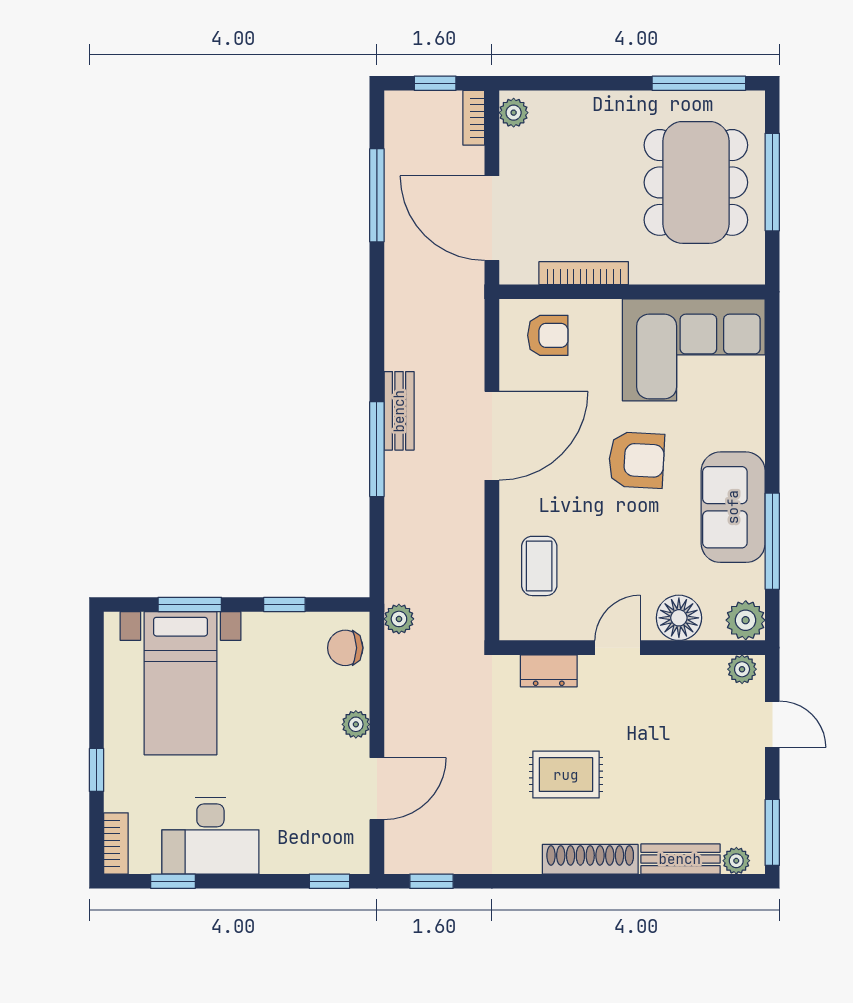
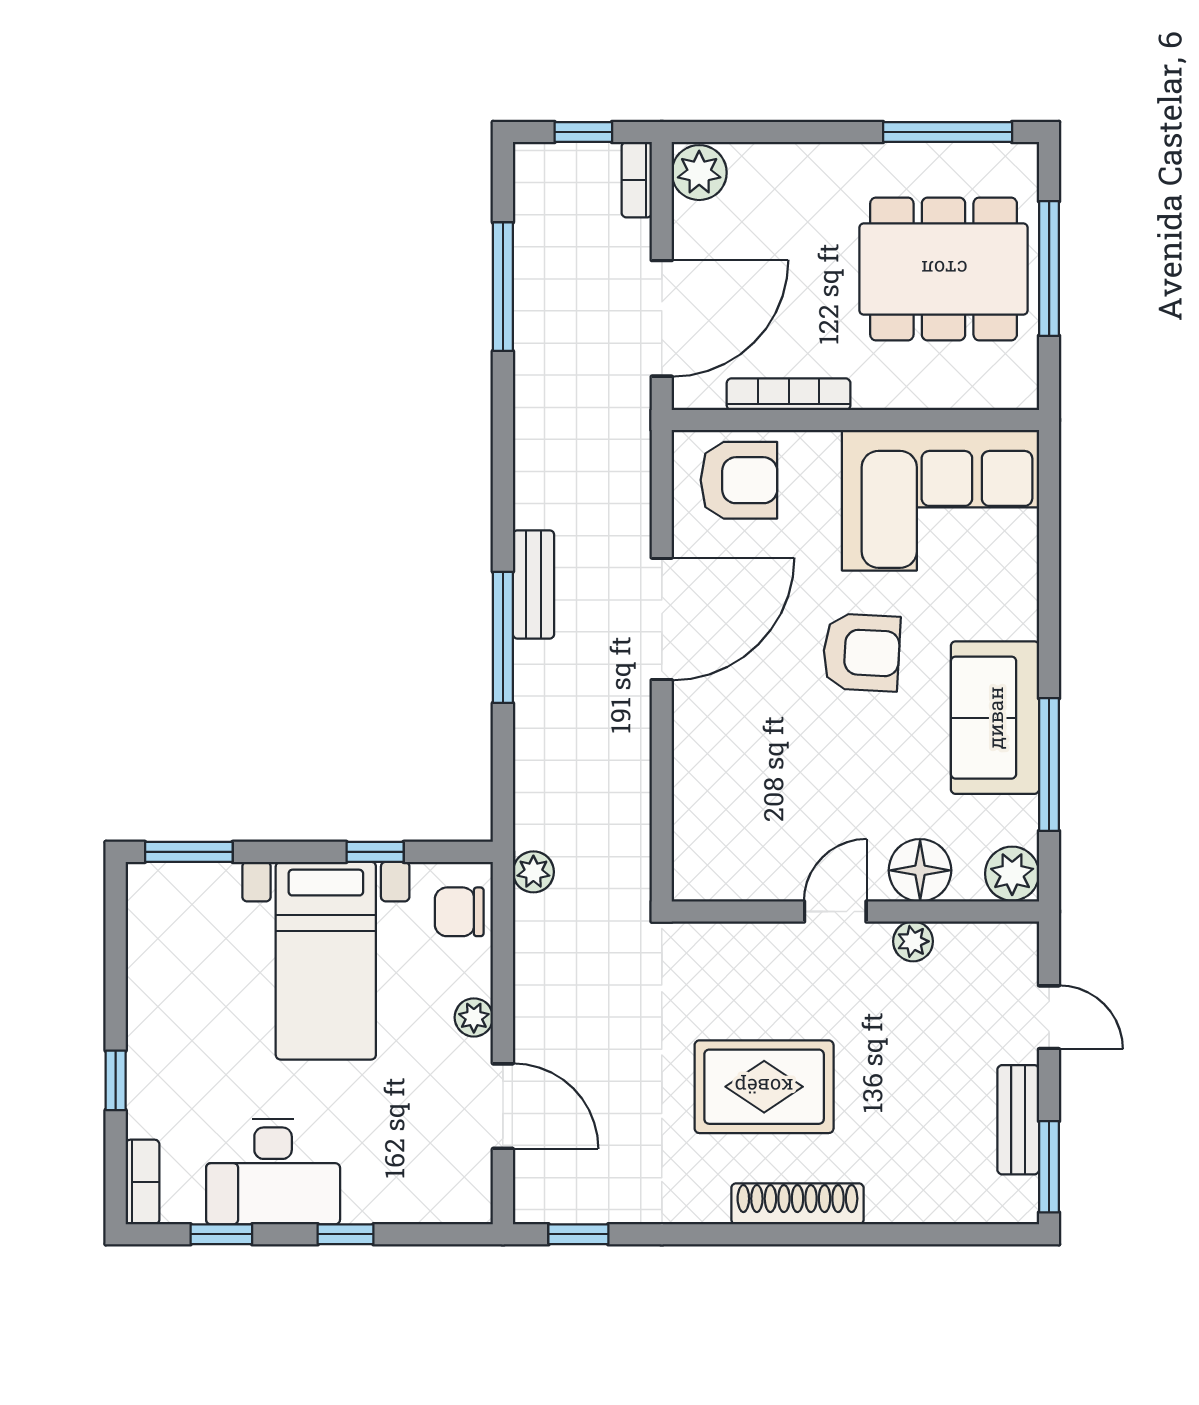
plant: (514, 113) -> (699, 173), width x1.38, depth x1.38
dining table: (696, 182) -> (944, 269), turned 90
door: (492, 218) -> (662, 318), swing flipped
armchair: (548, 335) -> (739, 480), width x1.38, depth x1.38
coffee table: (539, 566) -> (727, 799), removed
window: (190, 604) -> (189, 852), moved
plant: (742, 669) -> (913, 941), moved
dresser: (549, 671) -> (740, 944), removed
bed with nightstands: (181, 683) -> (326, 961), moved
rug: (566, 775) -> (764, 1087), width x1.36, depth x1.43
door: (377, 789) -> (503, 1106), hinge flipped
bench: (680, 859) -> (1018, 1120), moved, turned 90
plant: (736, 861) -> (999, 1206), removed
window: (329, 881) -> (346, 1234), moved

